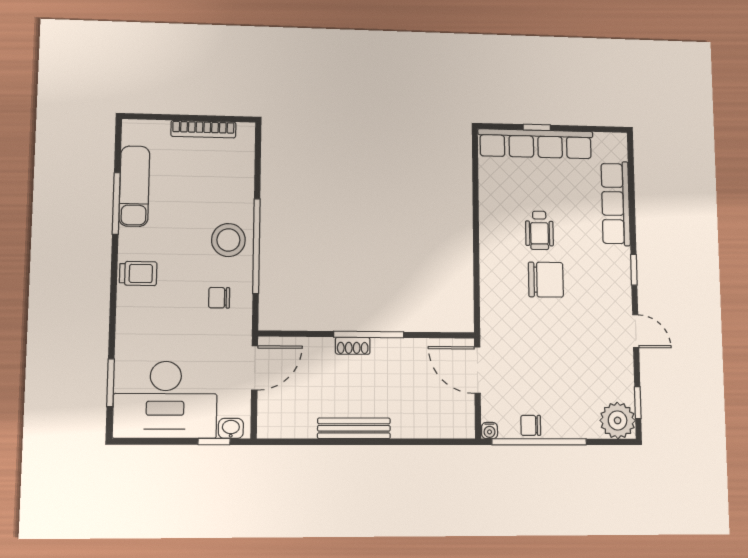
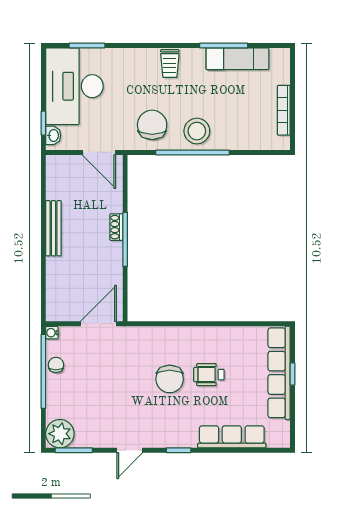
chair: (219, 298) -> (152, 125), width x1.87, depth x1.87
window: (638, 403) -> (74, 450), width x1.50

